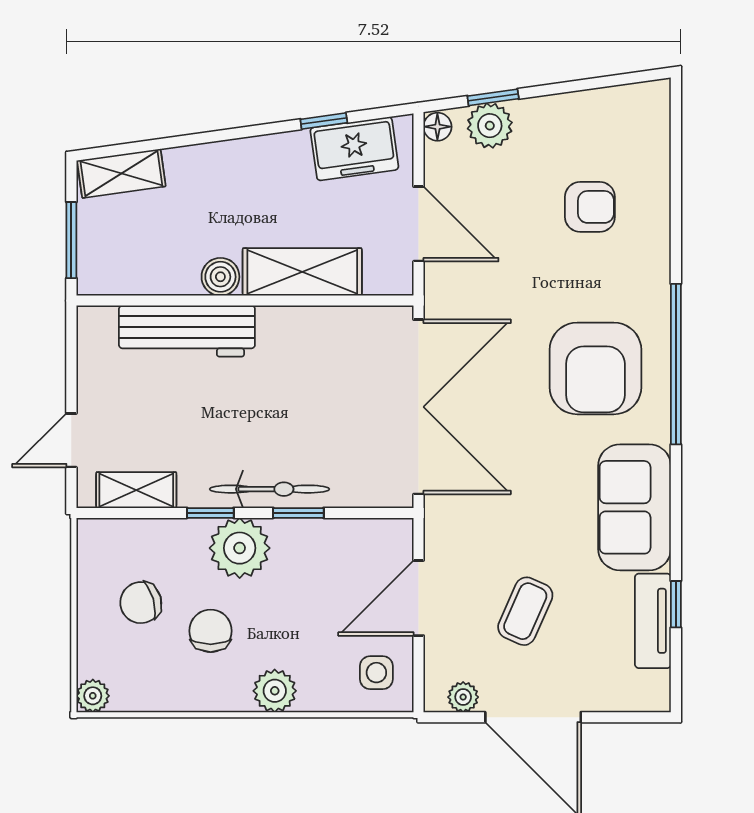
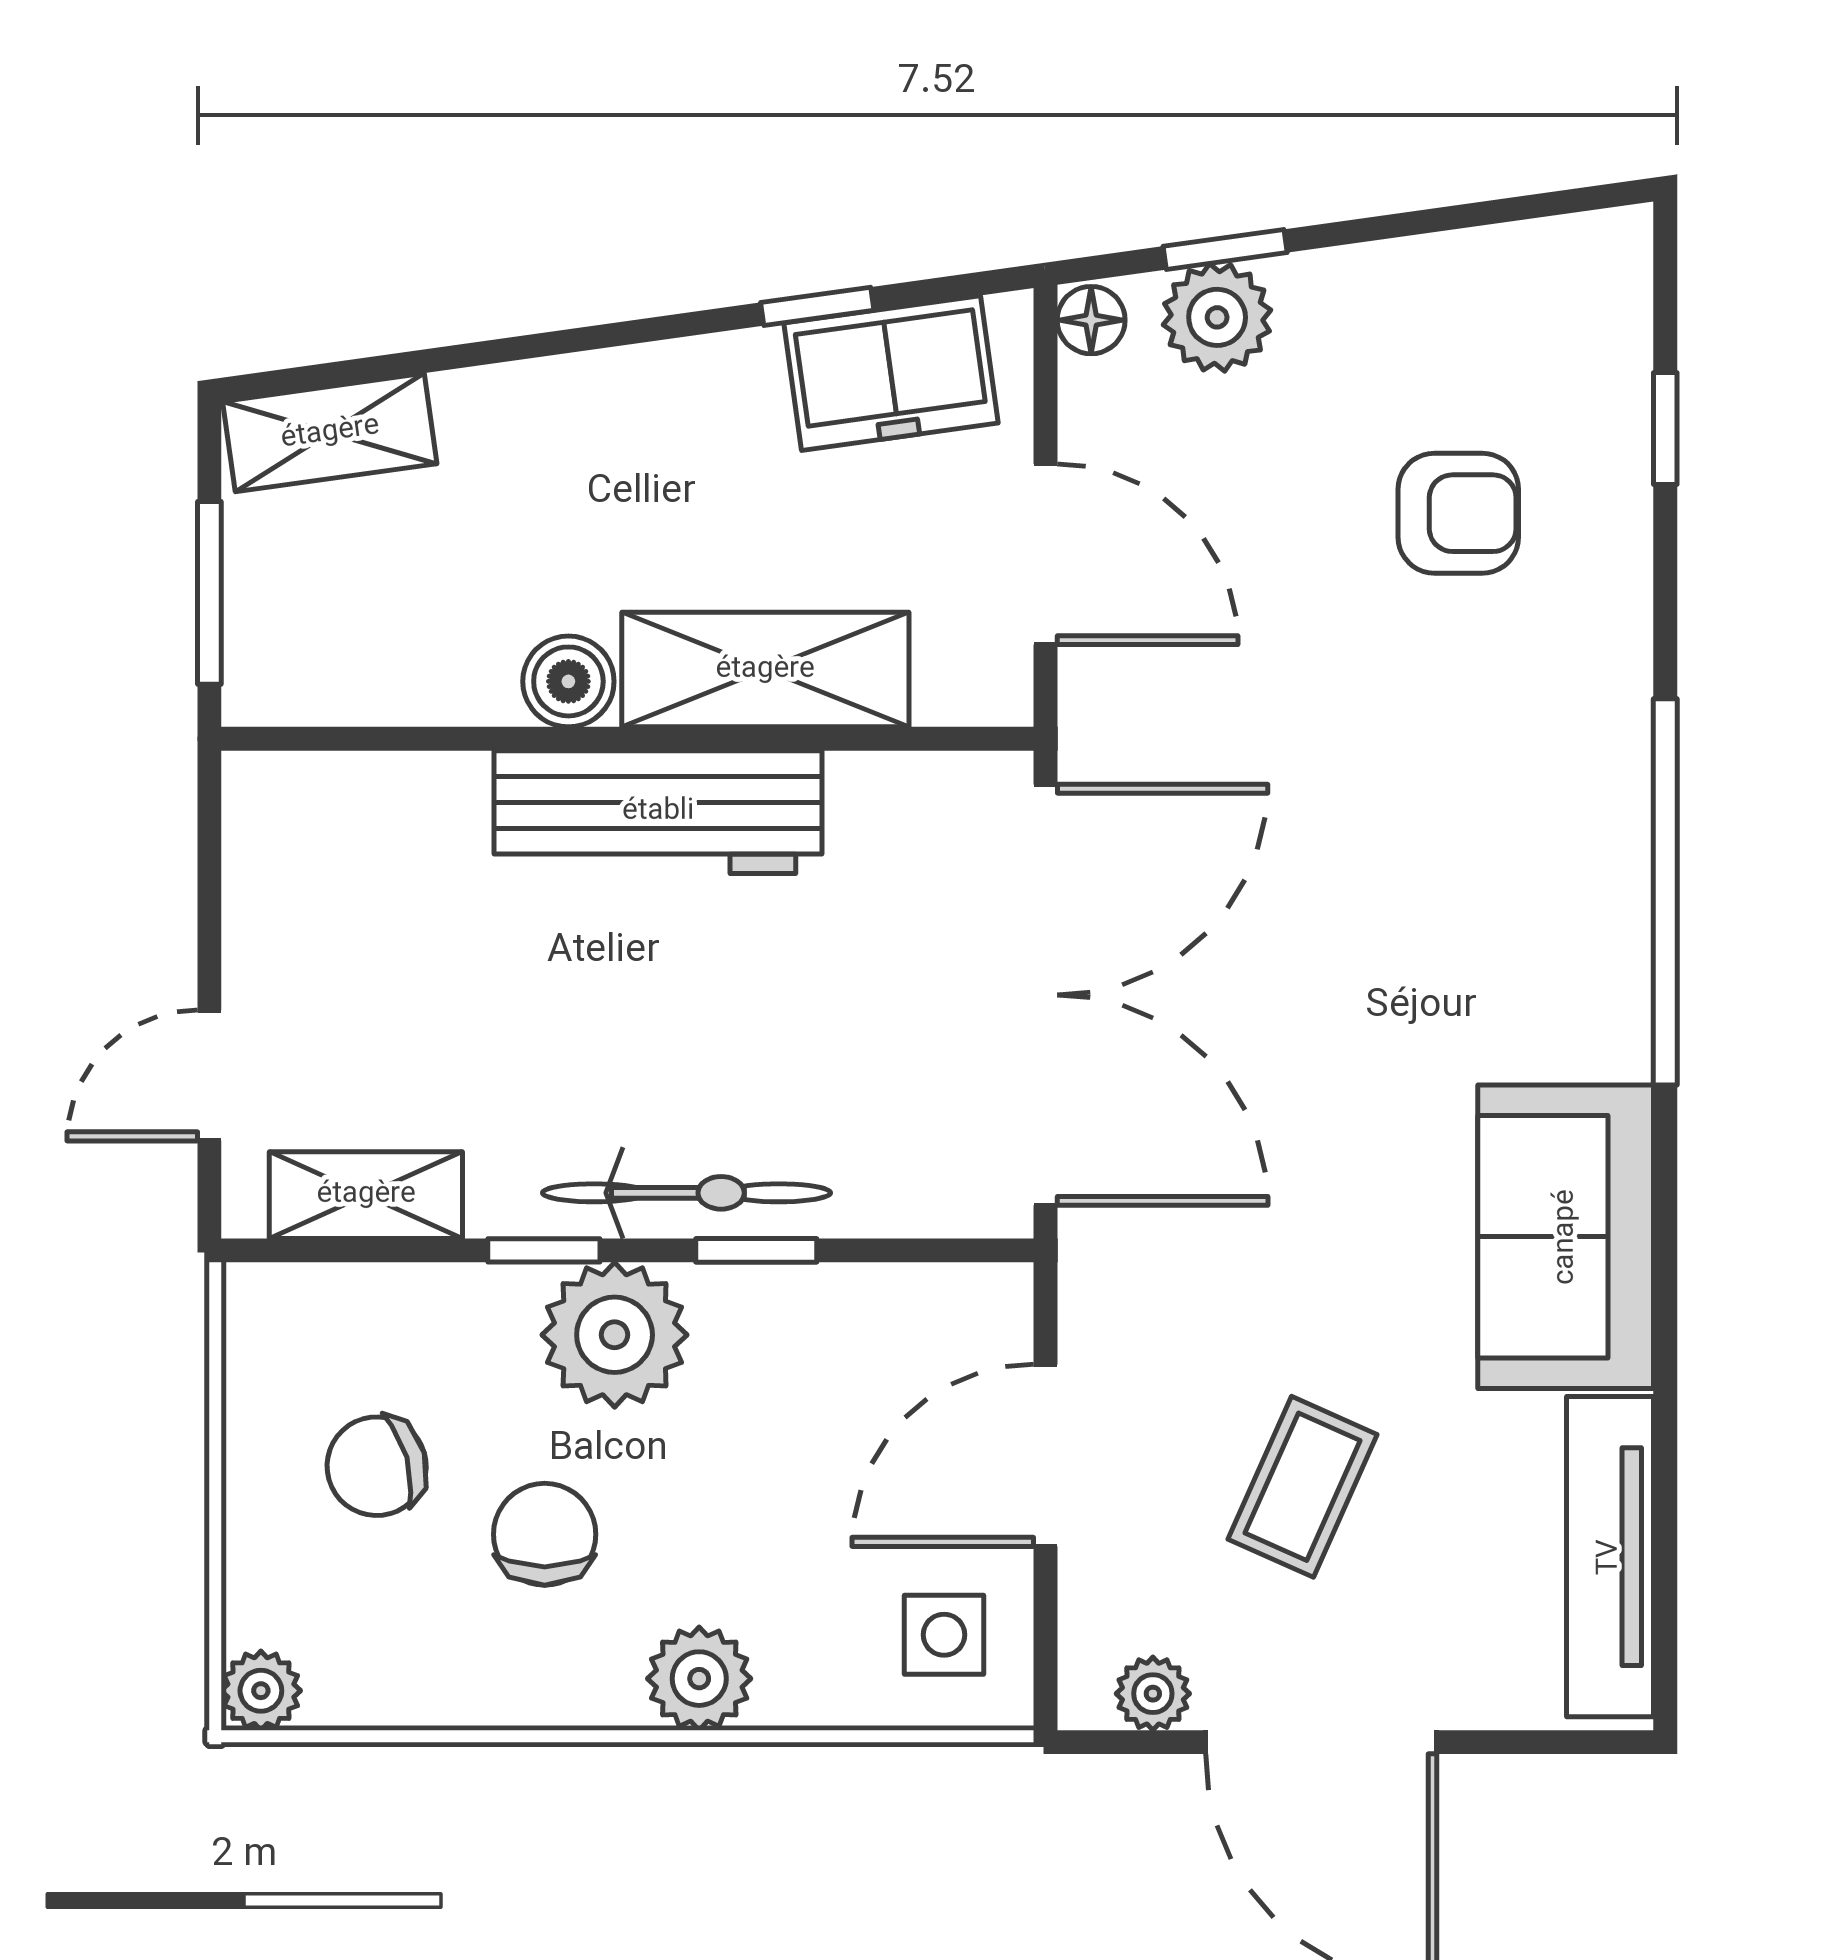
workbench: (187, 331) -> (658, 812), moved
armchair: (595, 368) -> (1472, 902), removed
window: (676, 604) -> (1665, 429), moved
tv unit: (653, 621) -> (1610, 1557), width x1.41

